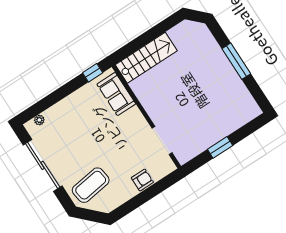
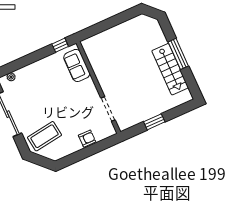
stairs: (146, 58) -> (170, 69), moved, turned 90

